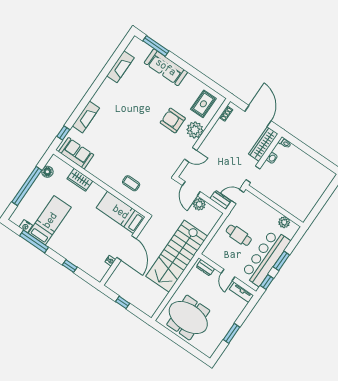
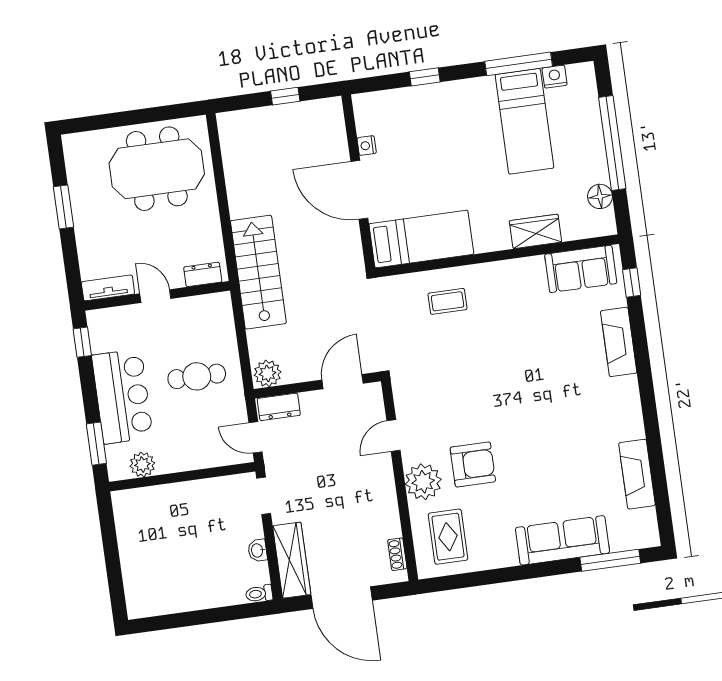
door: (191, 189) -> (343, 382), hinge flipped
door: (238, 197) -> (255, 437), swing flipped
plant: (199, 204) -> (268, 373), moved
stairs: (177, 256) -> (258, 272), width x0.73, depth x0.66
bar counter: (266, 258) -> (122, 396), width x0.73
window: (281, 261) -> (96, 444), moved

